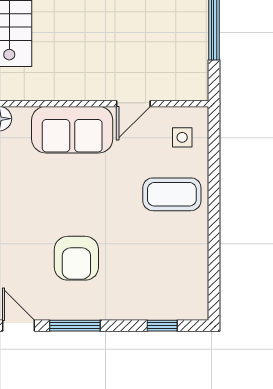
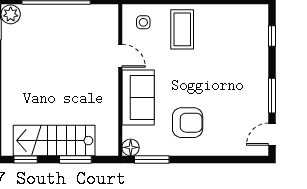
armchair: (76, 258) -> (188, 123), moved

